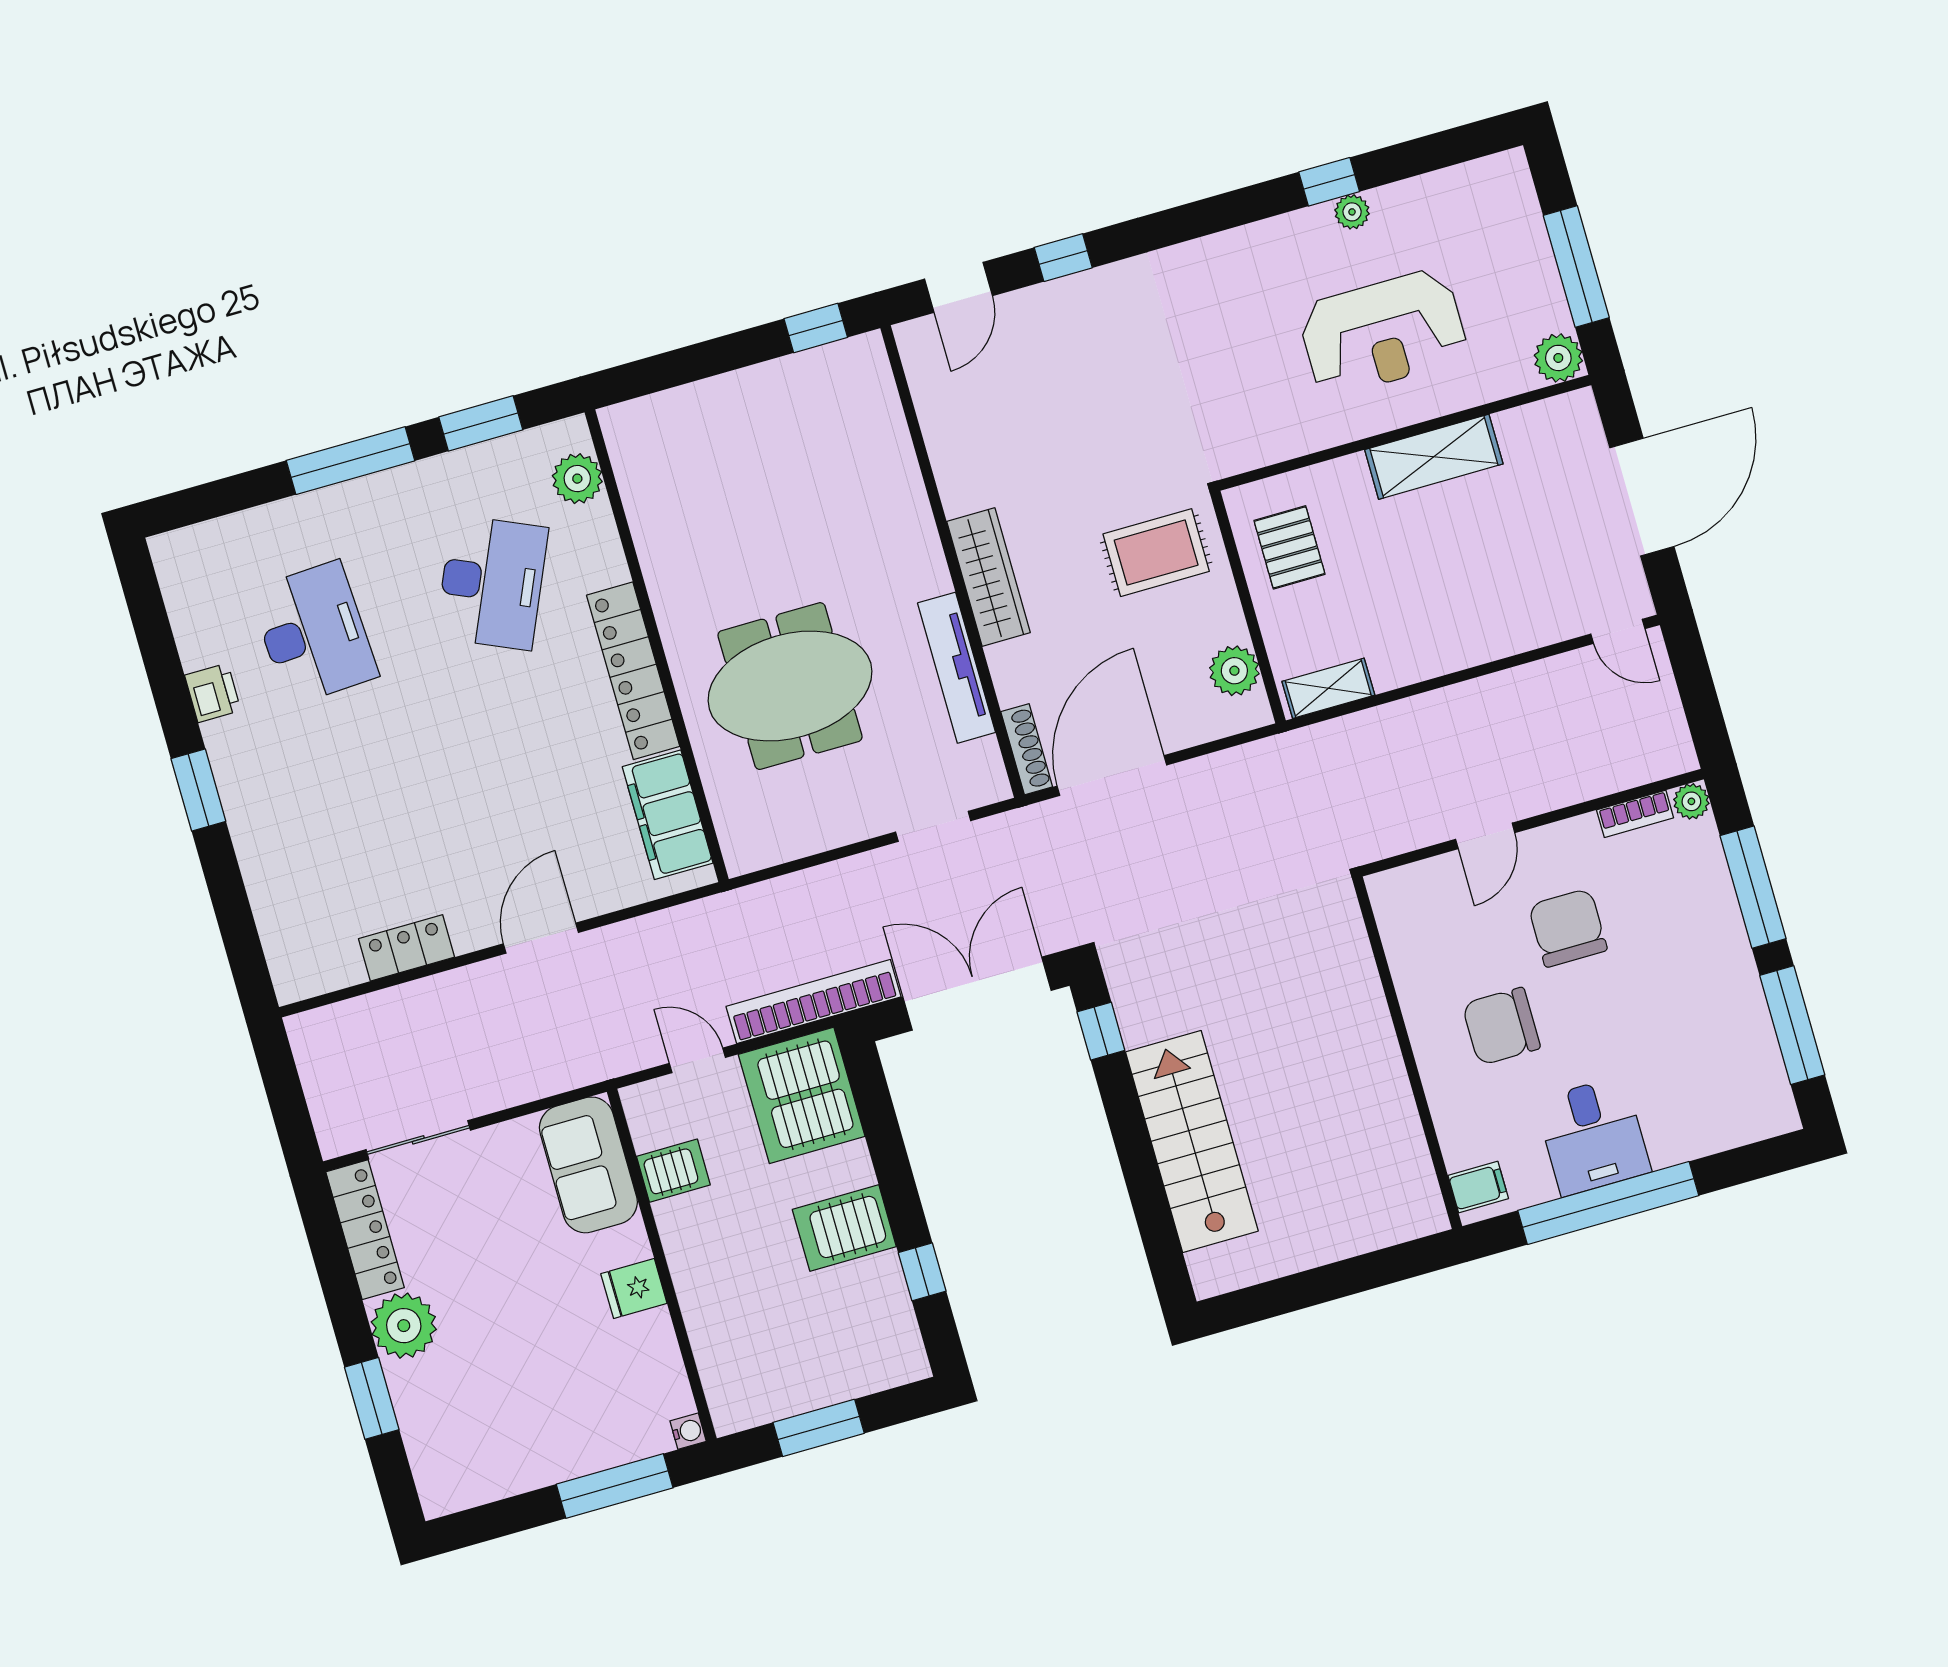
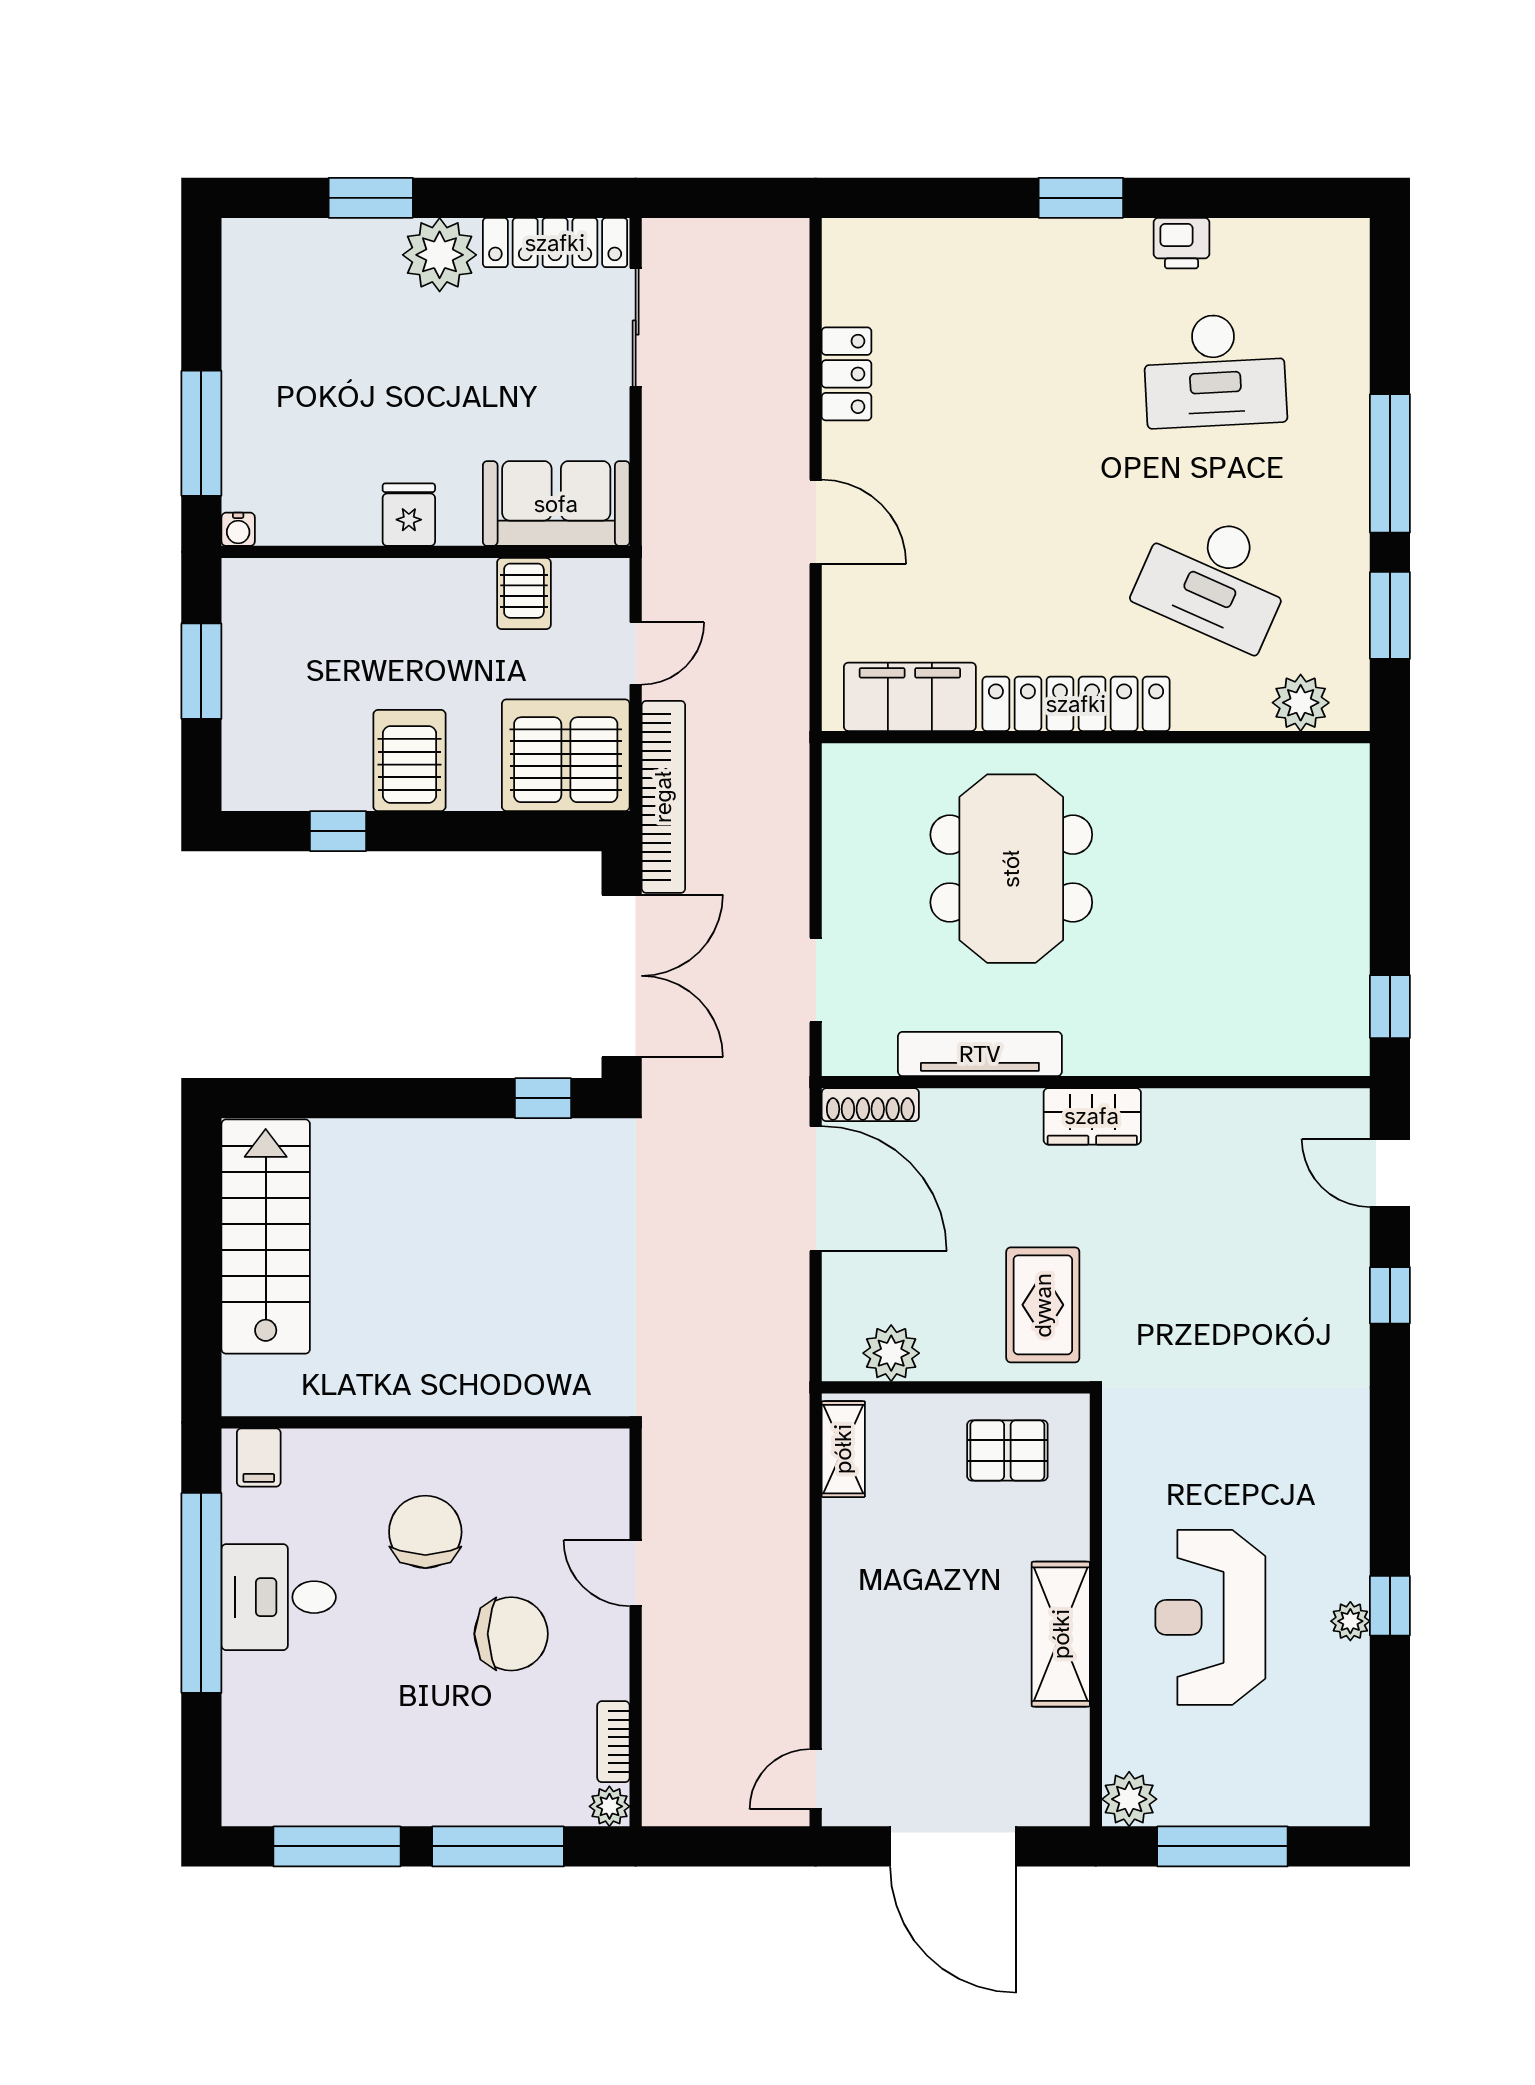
wardrobe: (988, 577) -> (1092, 1116), width x0.67
stairs: (1192, 1142) -> (266, 1237), moved, turned -90

